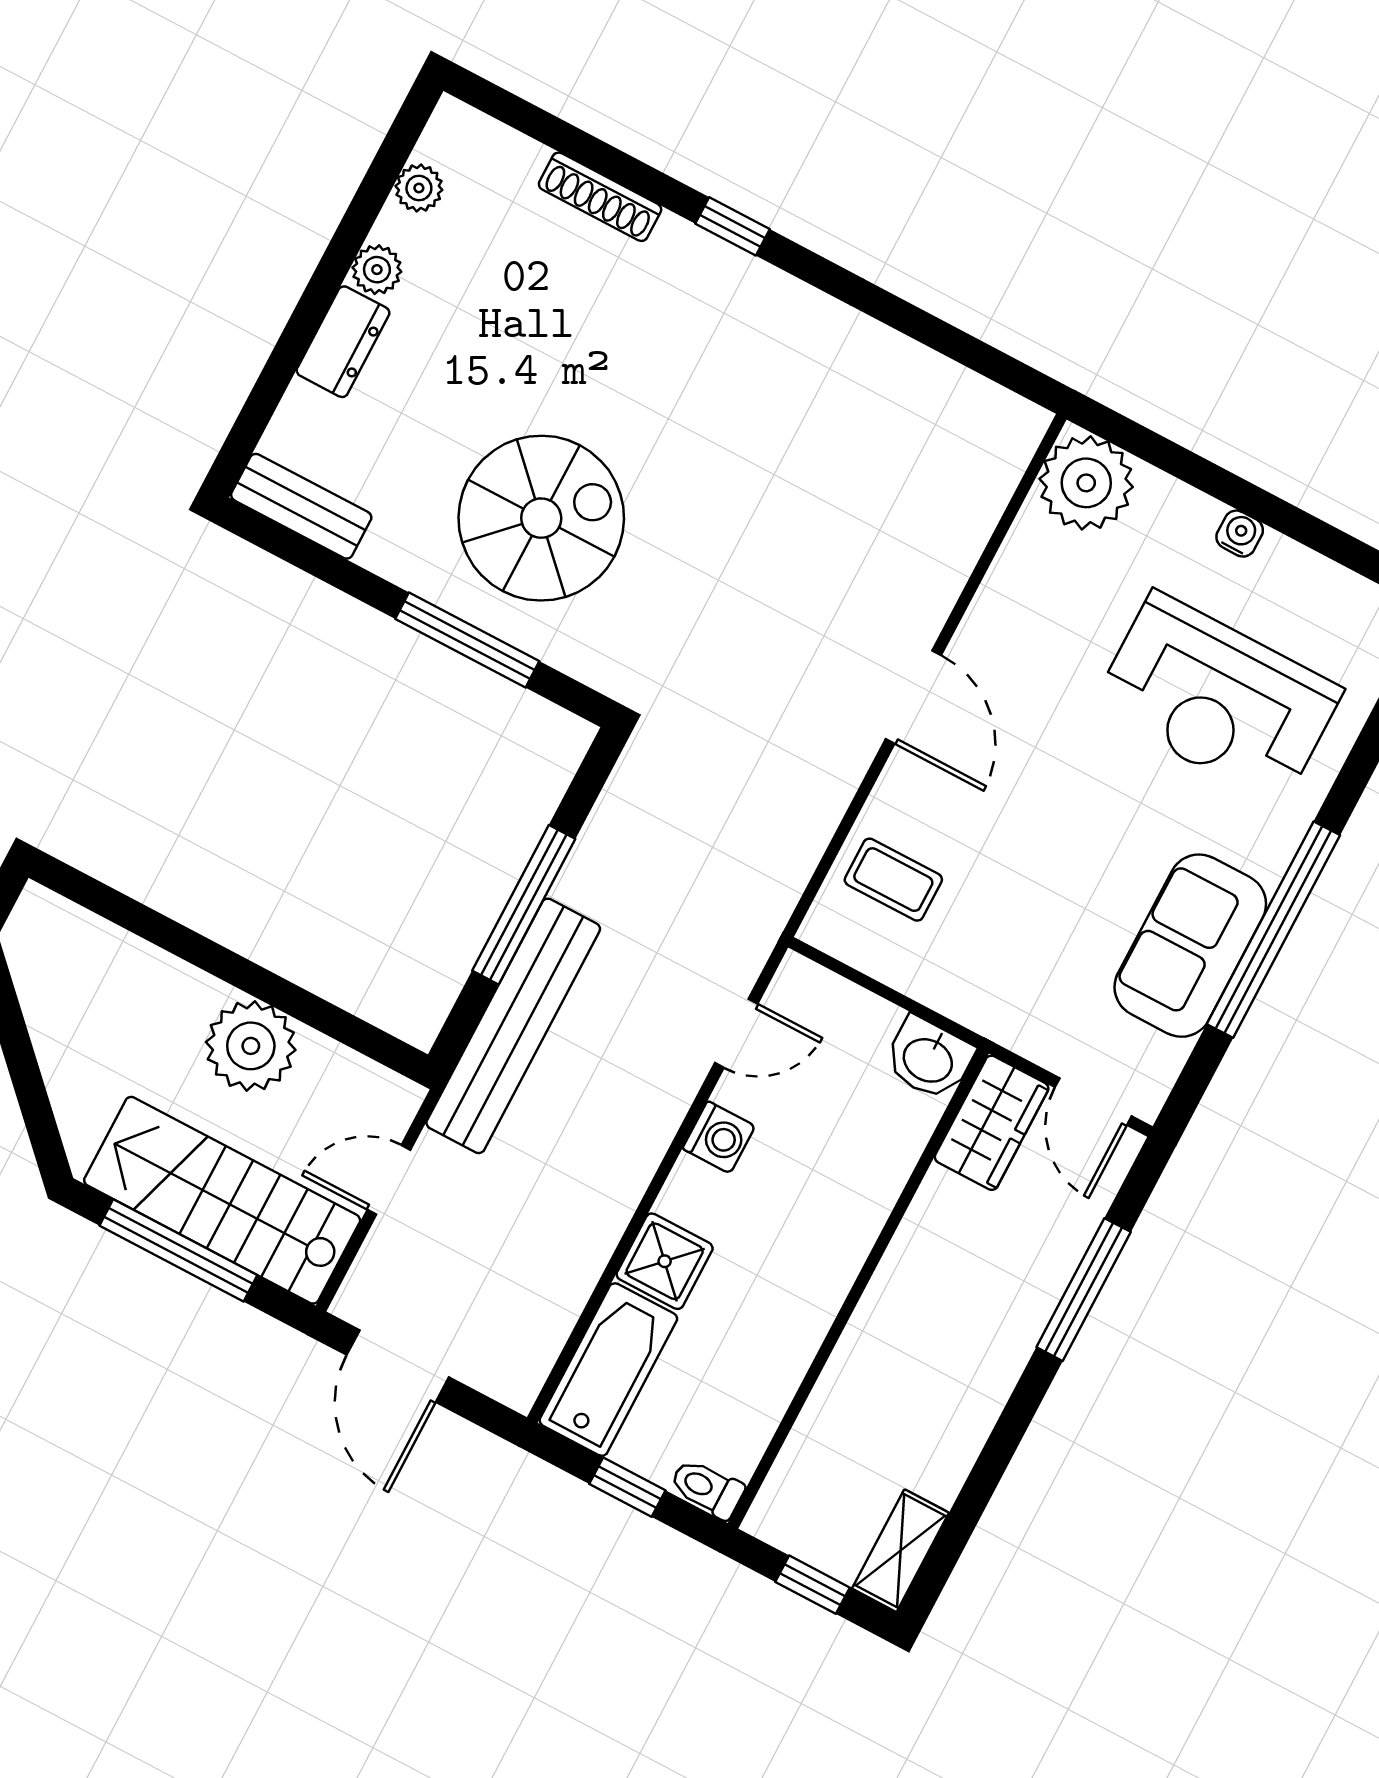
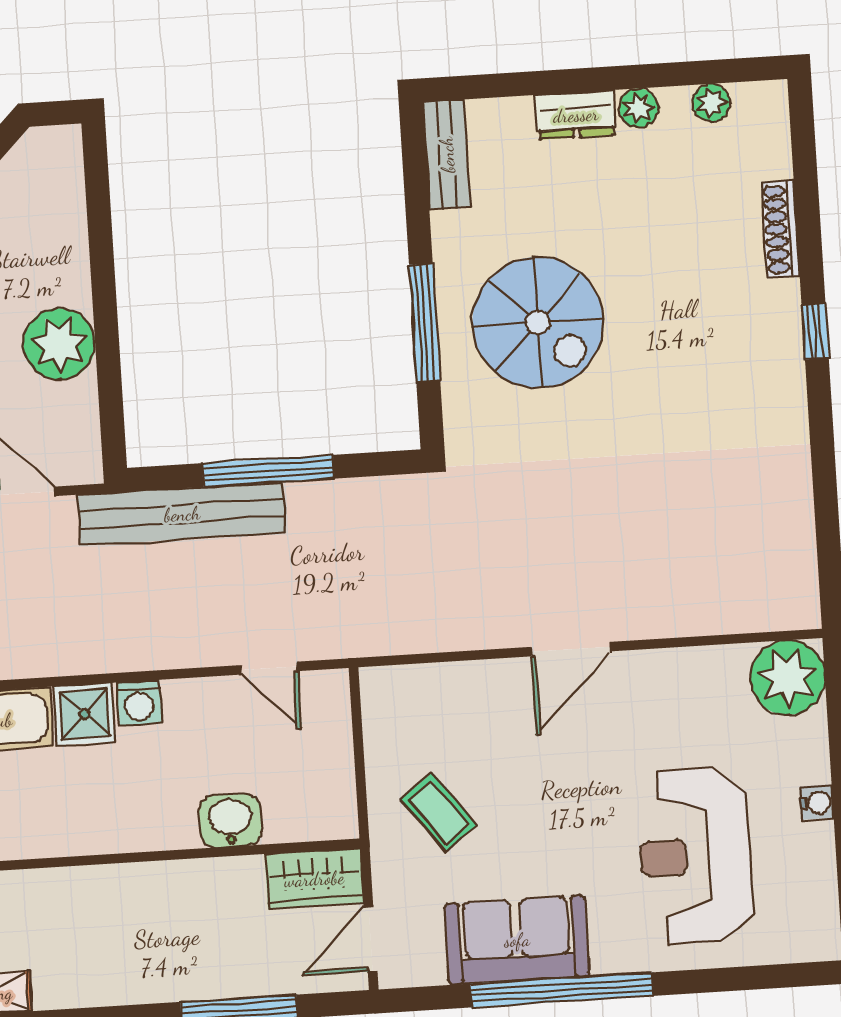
coffee table: (893, 880) -> (439, 812), moved, turned -37
washbasin: (929, 1059) -> (230, 821), moved, turned 90
washing machine: (719, 1137) -> (139, 703), moved

